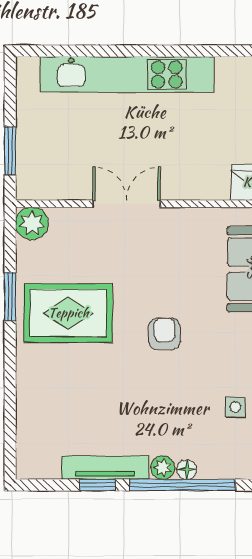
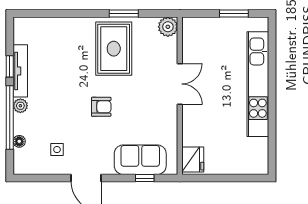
window: (10, 151) -> (234, 14), moved
floor lamp: (187, 470) -> (19, 141), moved

